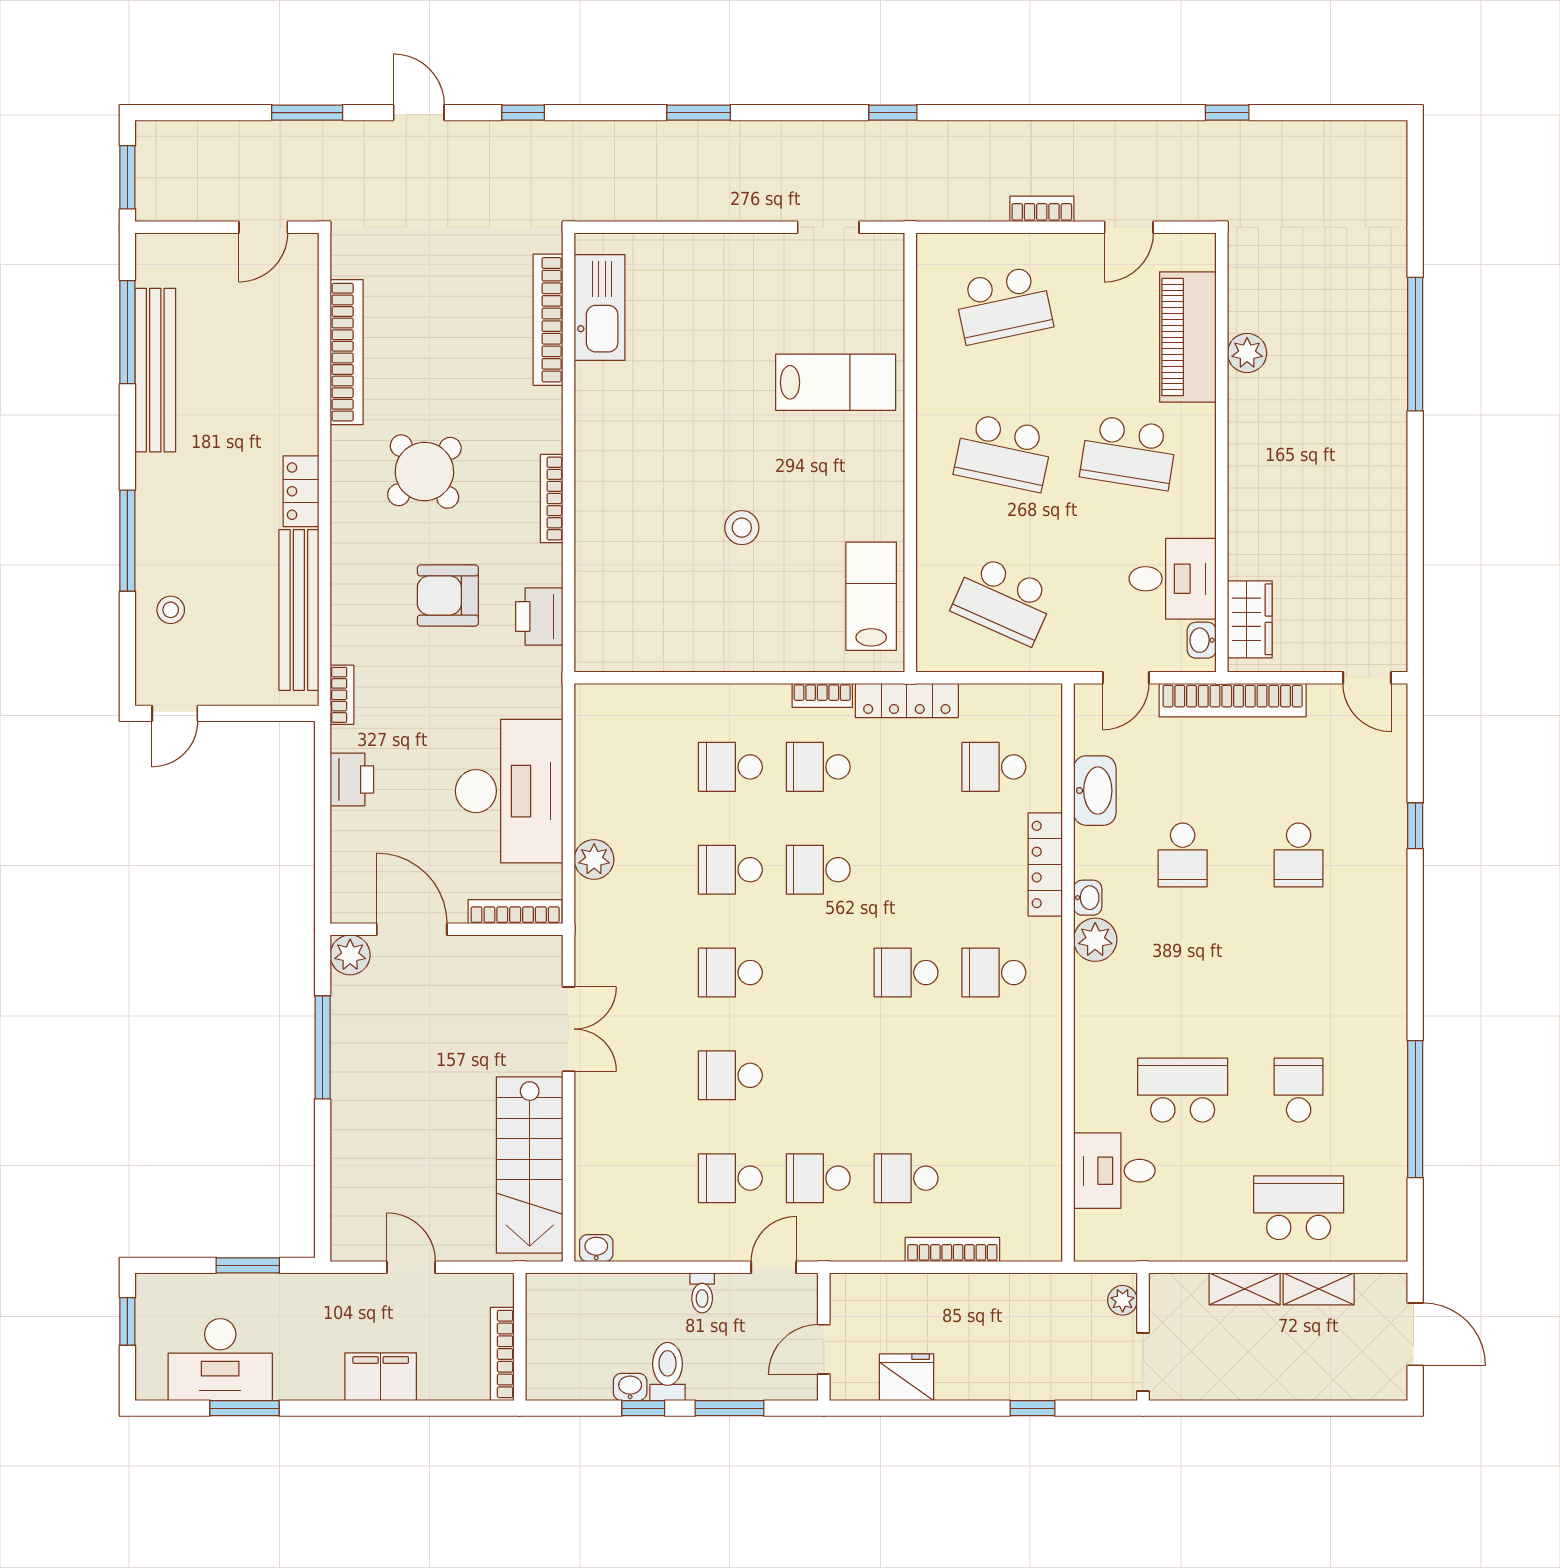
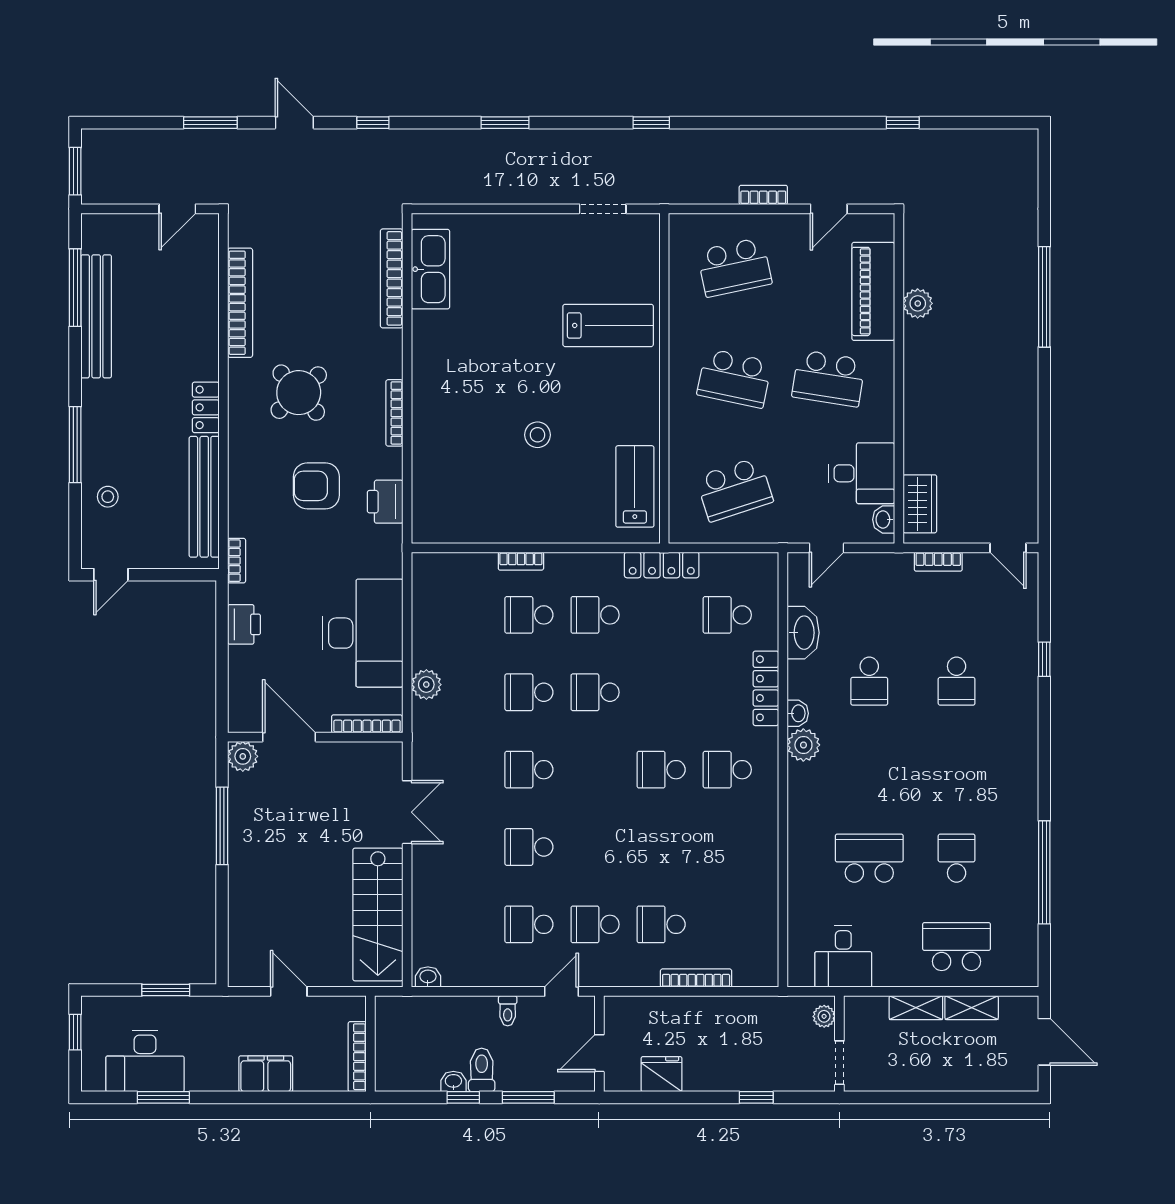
school desk: (1003, 600) -> (734, 489), turned -42
bookcase: (822, 695) -> (521, 561), moved
bookcase: (1233, 700) -> (938, 562), width x0.43, depth x0.76
desk: (1114, 1171) -> (843, 957), moved, turned -90

